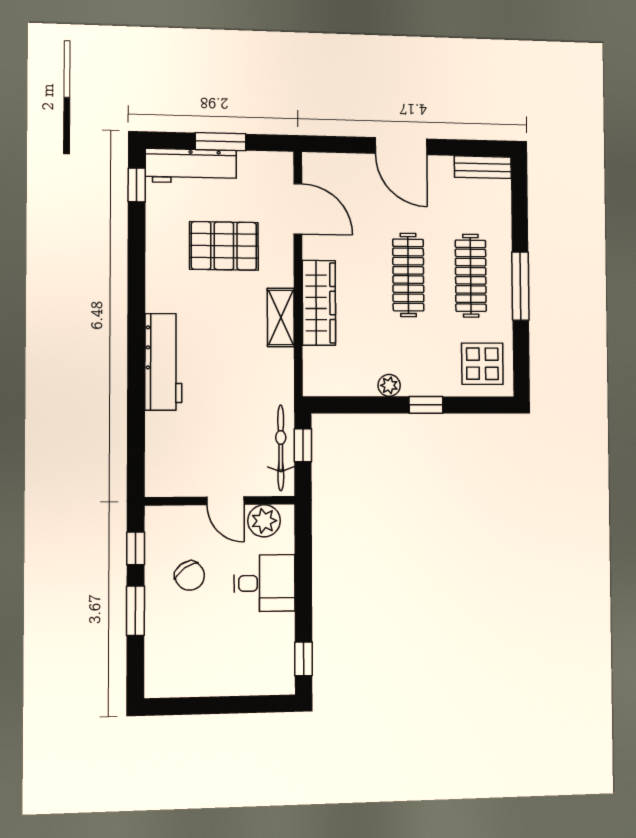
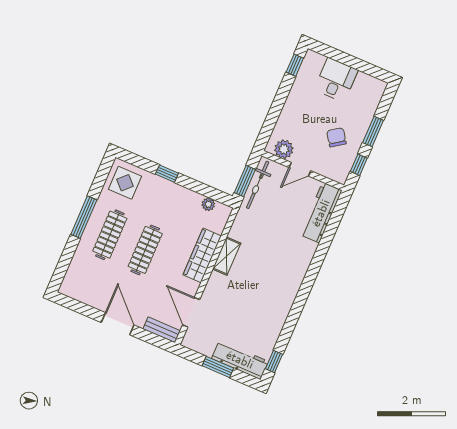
bench: (483, 167) -> (162, 330), moved
pallet: (224, 246) -> (241, 309), removed
workbench: (163, 362) -> (321, 213), moved
plant: (389, 385) -> (208, 204), moved
window: (303, 445) -> (245, 181), width x1.50
door: (226, 501) -> (300, 169), swing flipped
desk: (264, 583) -> (336, 80), moved, turned 90

